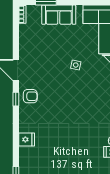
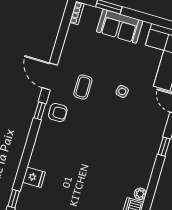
coffee table: (44, 71) -> (83, 87), added
fridge: (27, 139) -> (34, 177), moved

